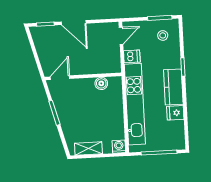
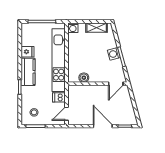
washing machine: (64, 116) -> (114, 54), added

